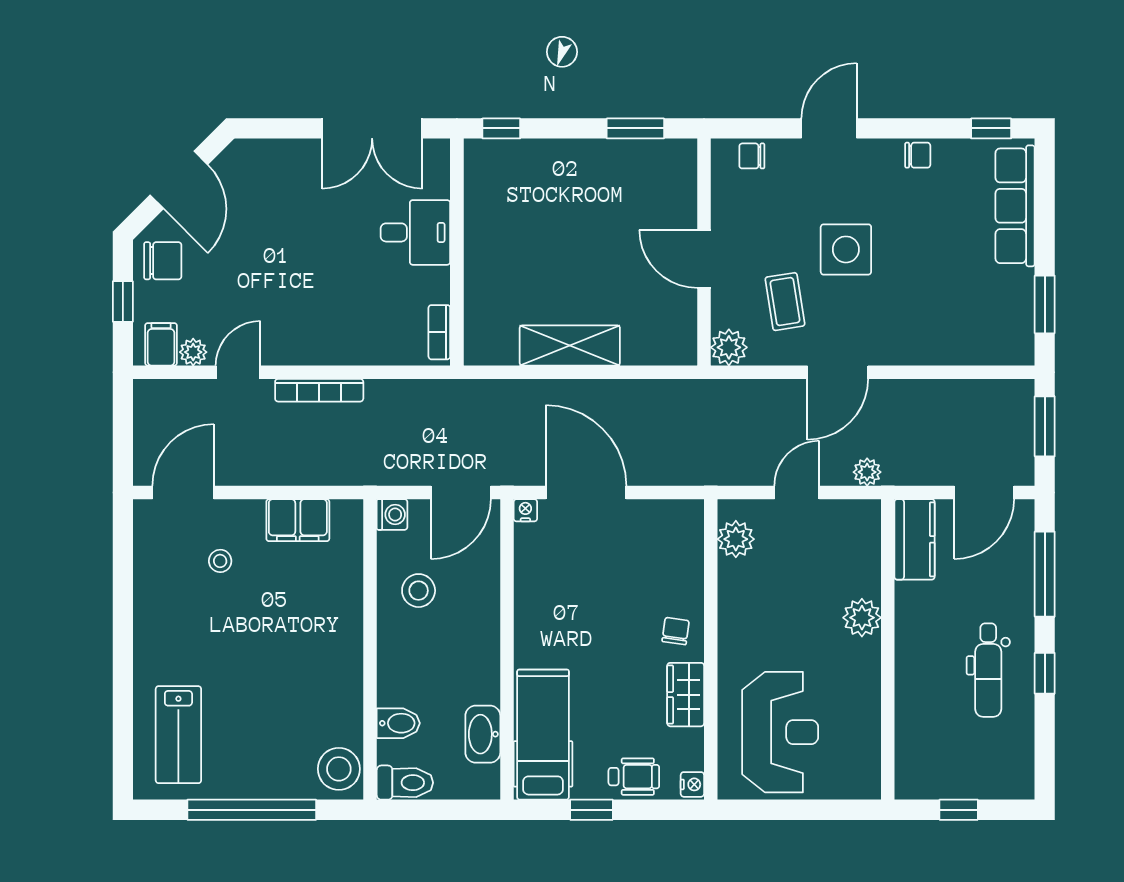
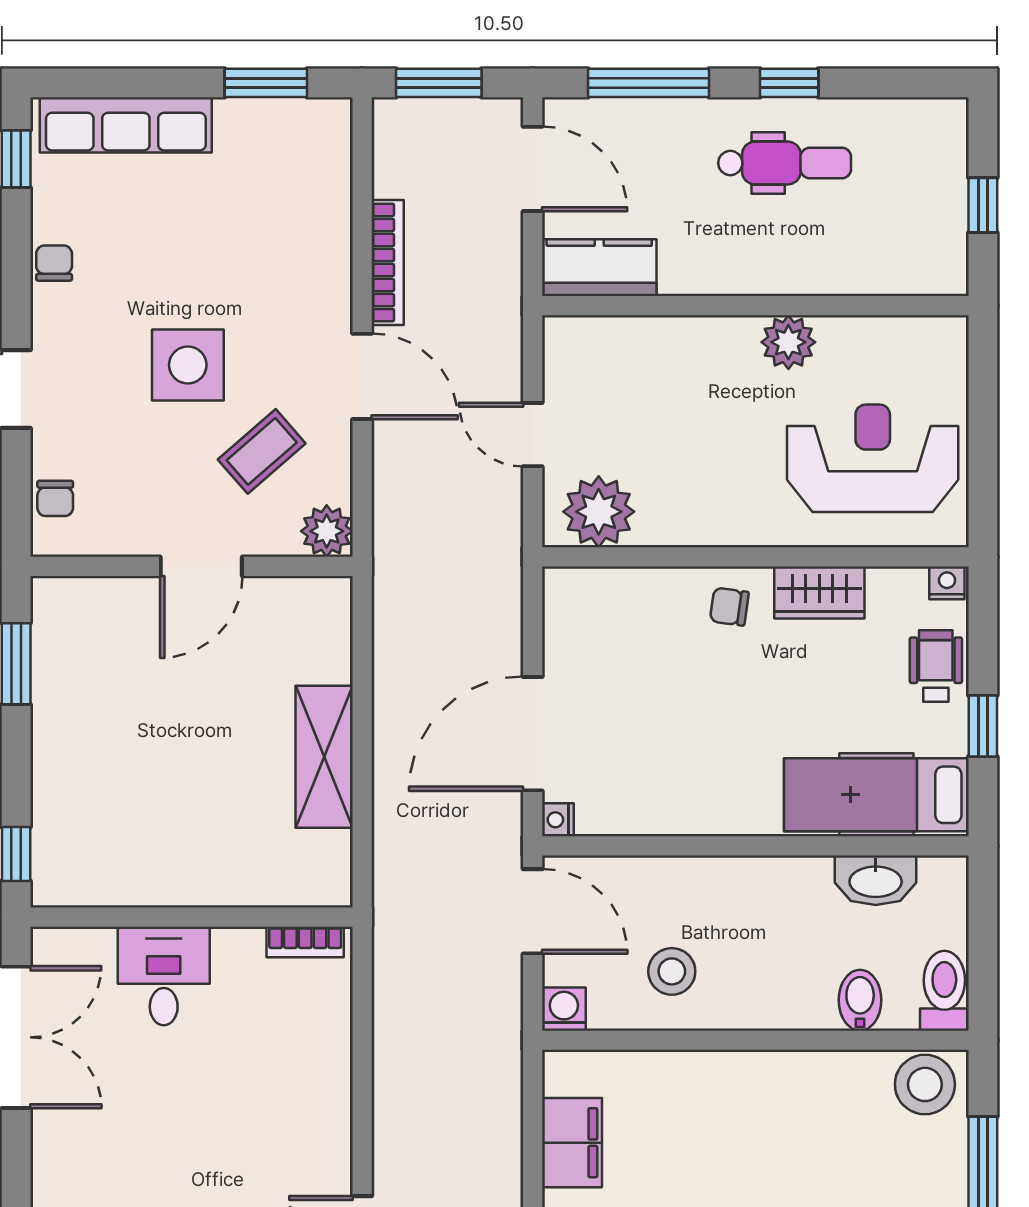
coffee table: (785, 302) -> (262, 451), turned -32
bookcase: (319, 390) -> (388, 263), moved
plant: (867, 472) -> (504, 335), removed
plant: (736, 539) -> (599, 512), width x1.36, depth x1.36
plant: (862, 618) -> (788, 342), moved

